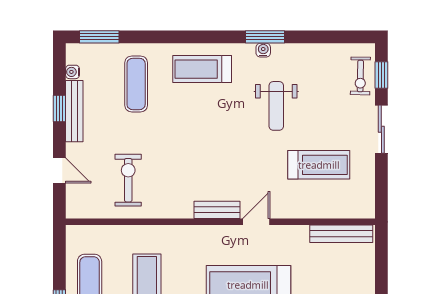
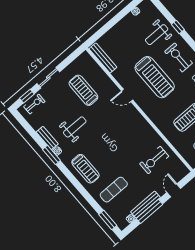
window: (59, 109) -> (149, 211), width x2.17
bench: (217, 210) -> (47, 138), moved

